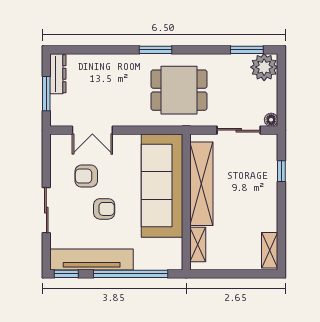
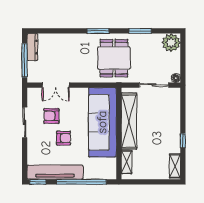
window: (247, 50) -> (140, 31), moved
dining table: (179, 90) -> (114, 58), turned 90
window: (46, 94) -> (25, 60), width x1.44
window: (281, 171) -> (183, 141), moved
sliding door: (46, 210) -> (25, 122), moved

